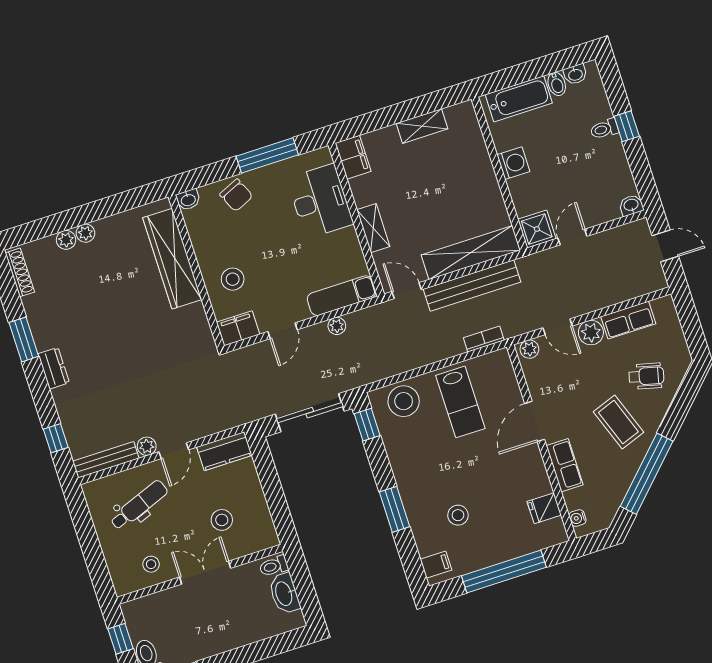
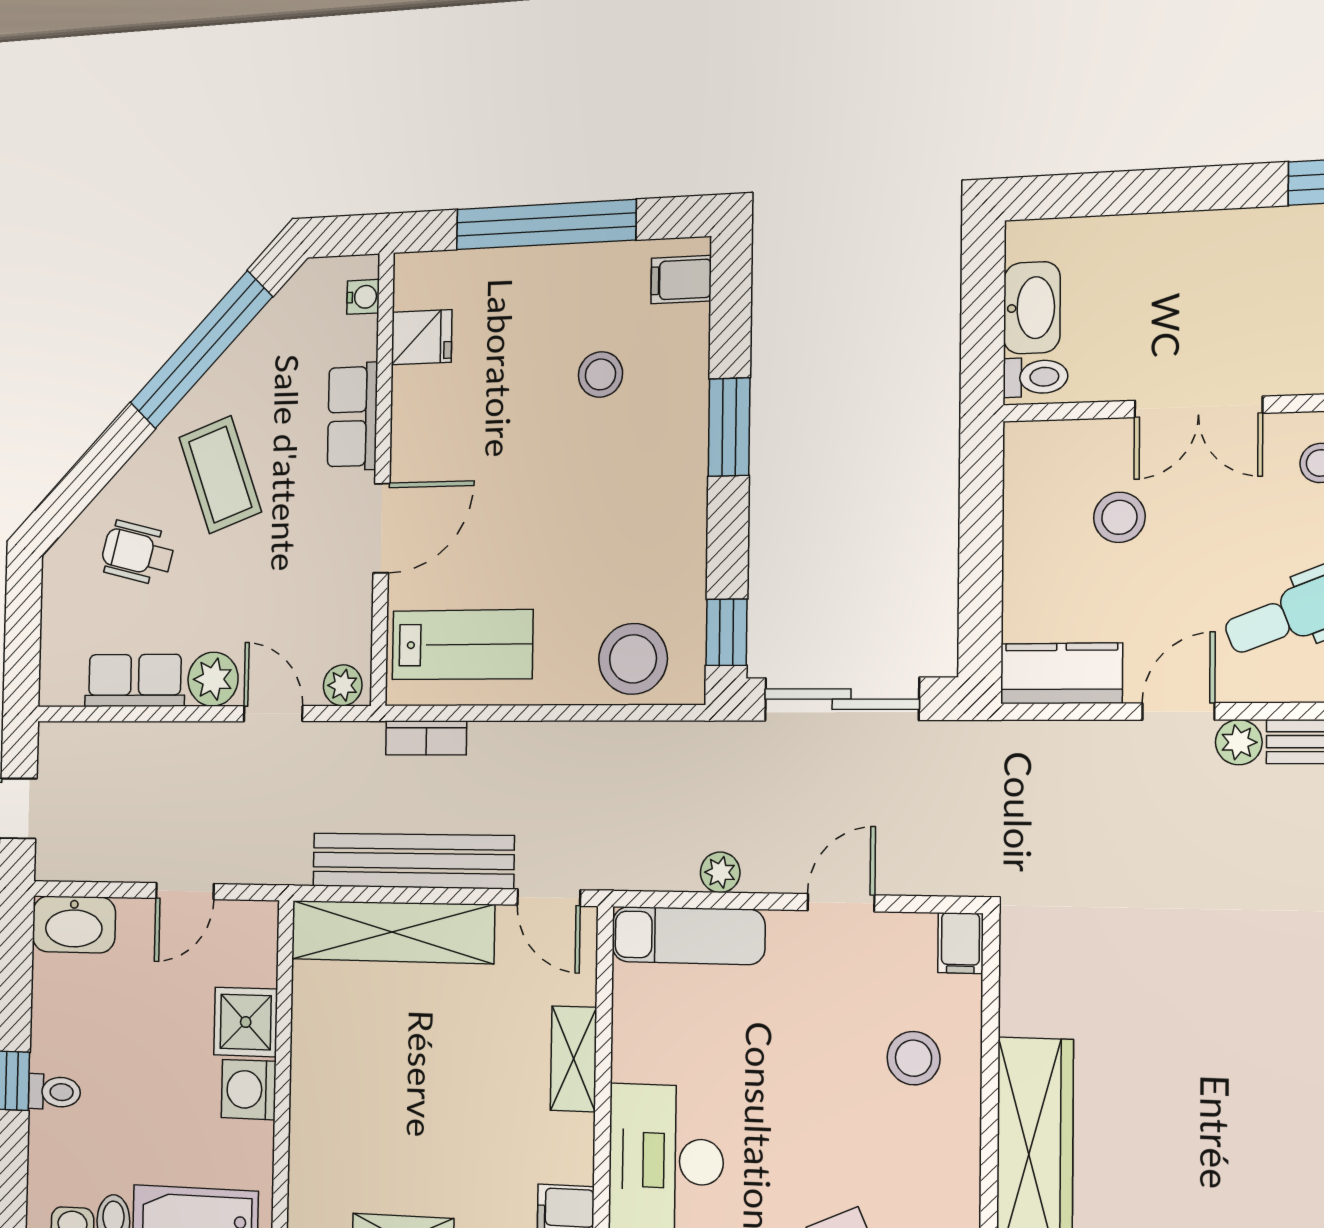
washbasin: (631, 205) -> (74, 924), width x1.91, depth x1.45
shower: (537, 229) -> (246, 1022), moved
filing cabinet: (238, 328) -> (960, 943), width x0.50
lab bench: (460, 402) -> (462, 645), moved, turned 90

